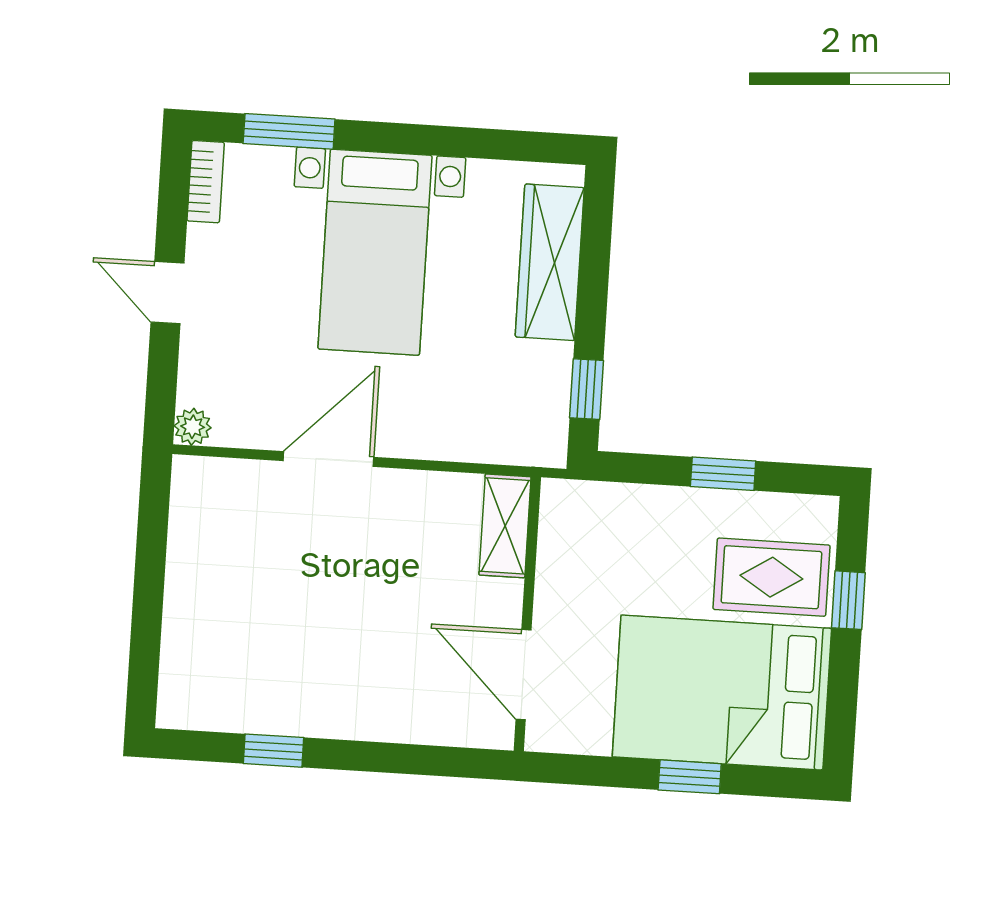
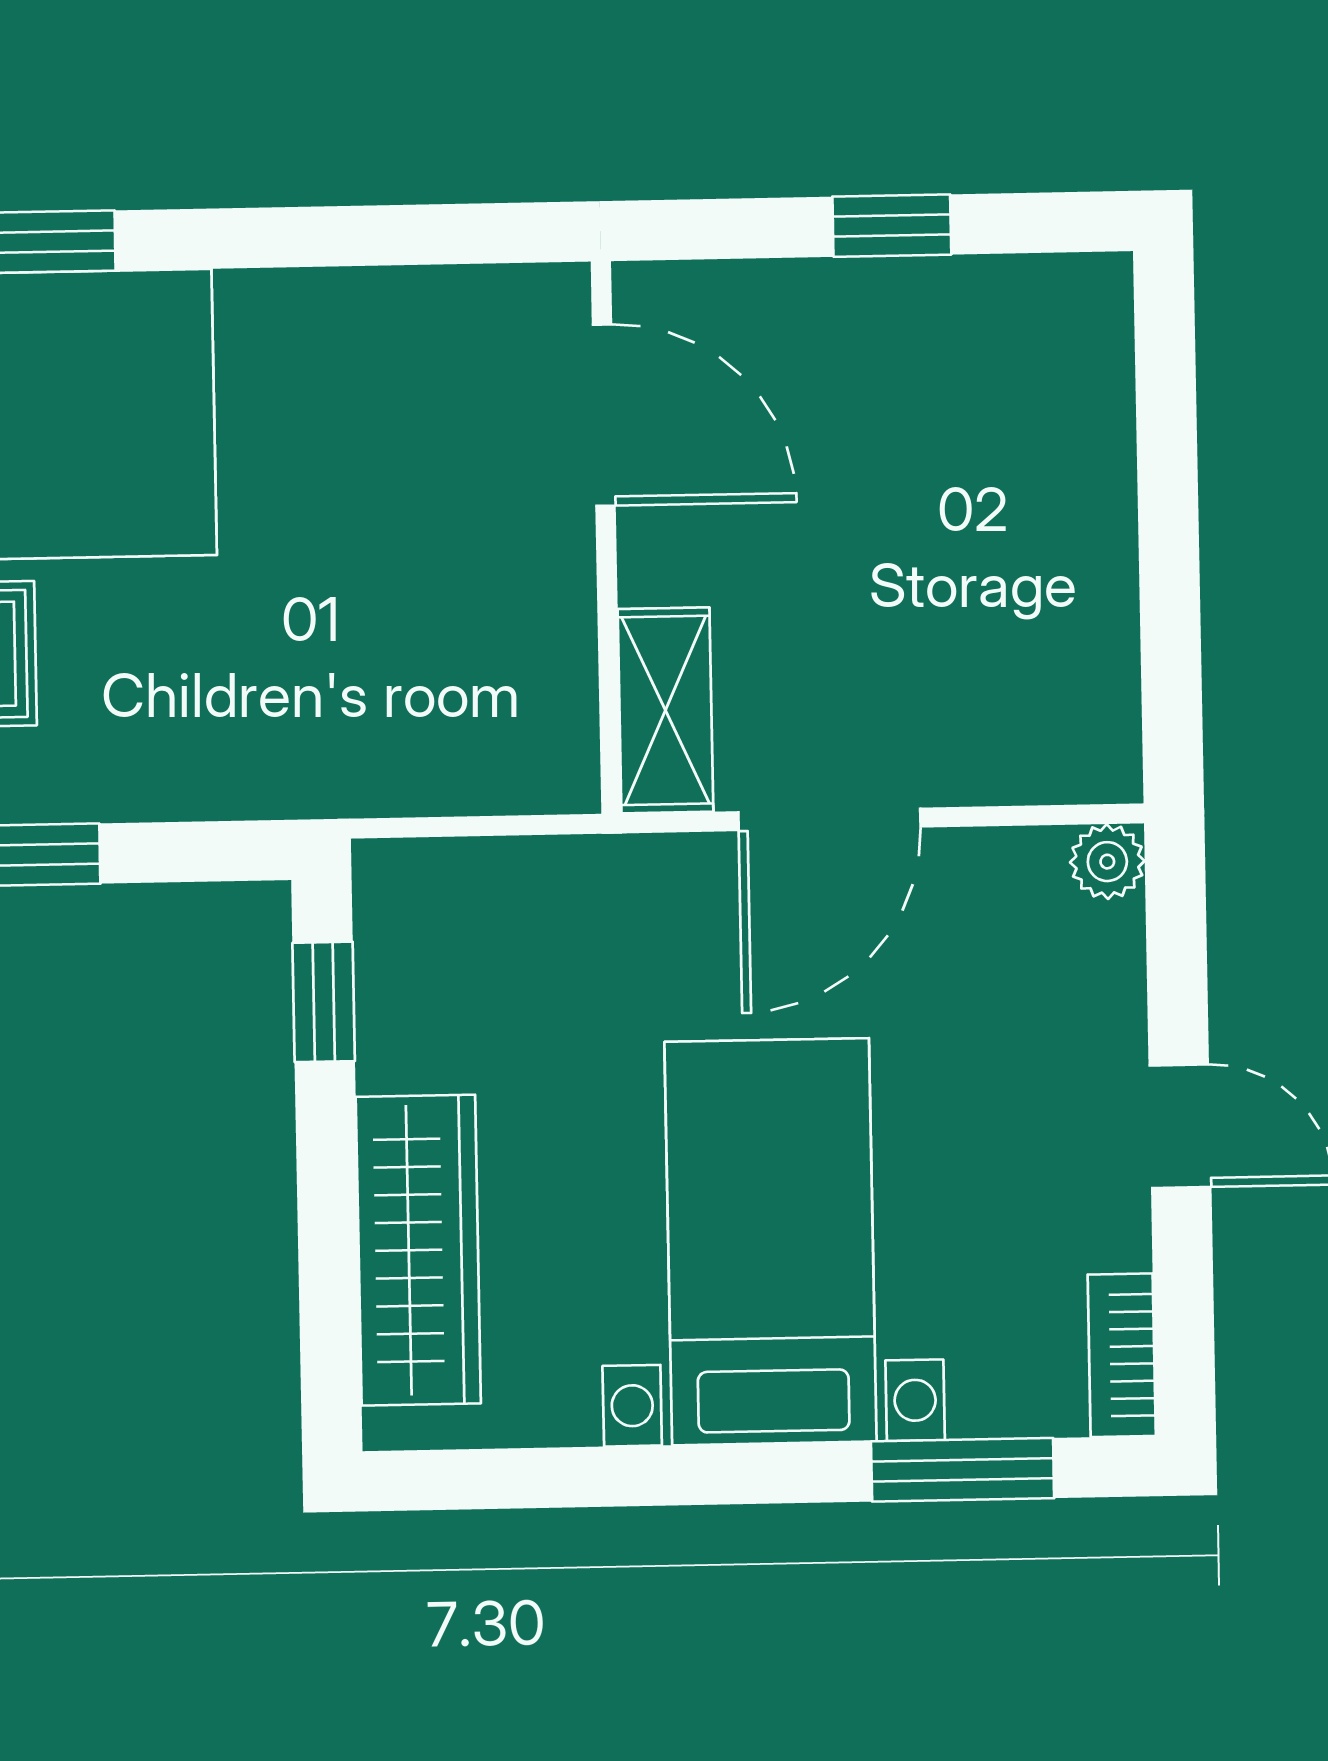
shelving: (505, 526) -> (665, 710), moved
wall: (527, 614) -> (606, 537), moved
door: (524, 675) -> (604, 415), moved

